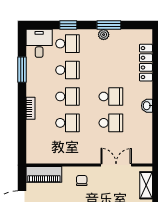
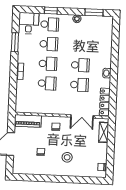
window: (109, 25) -> (94, 12), moved
locker: (146, 63) -> (105, 102), moved
double door: (116, 165) -> (82, 116), swing flipped

